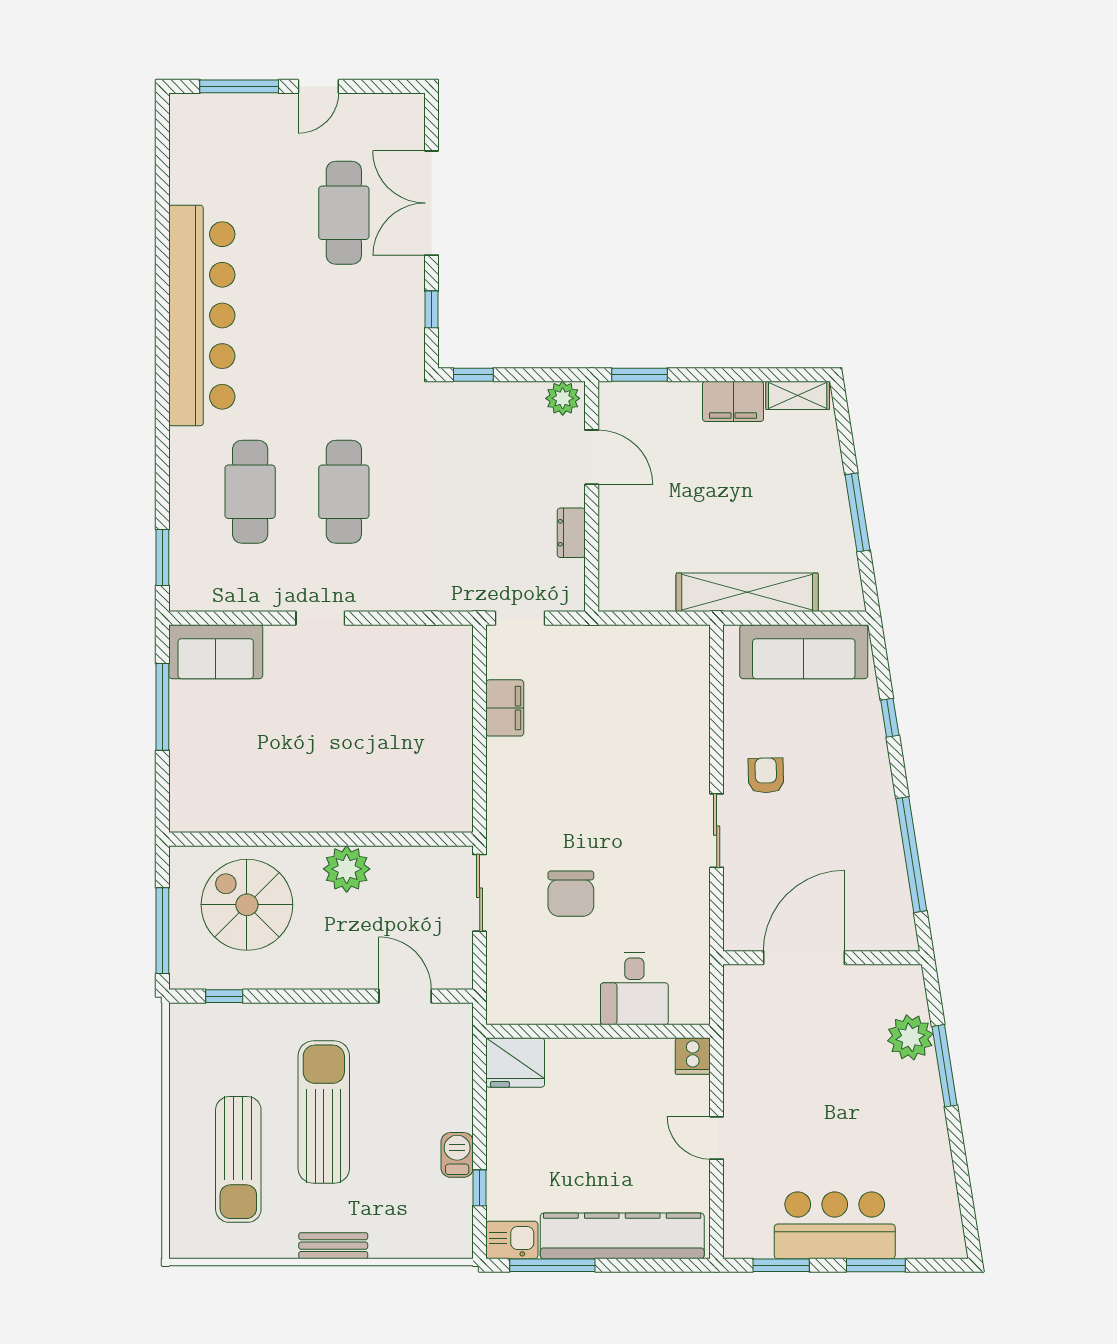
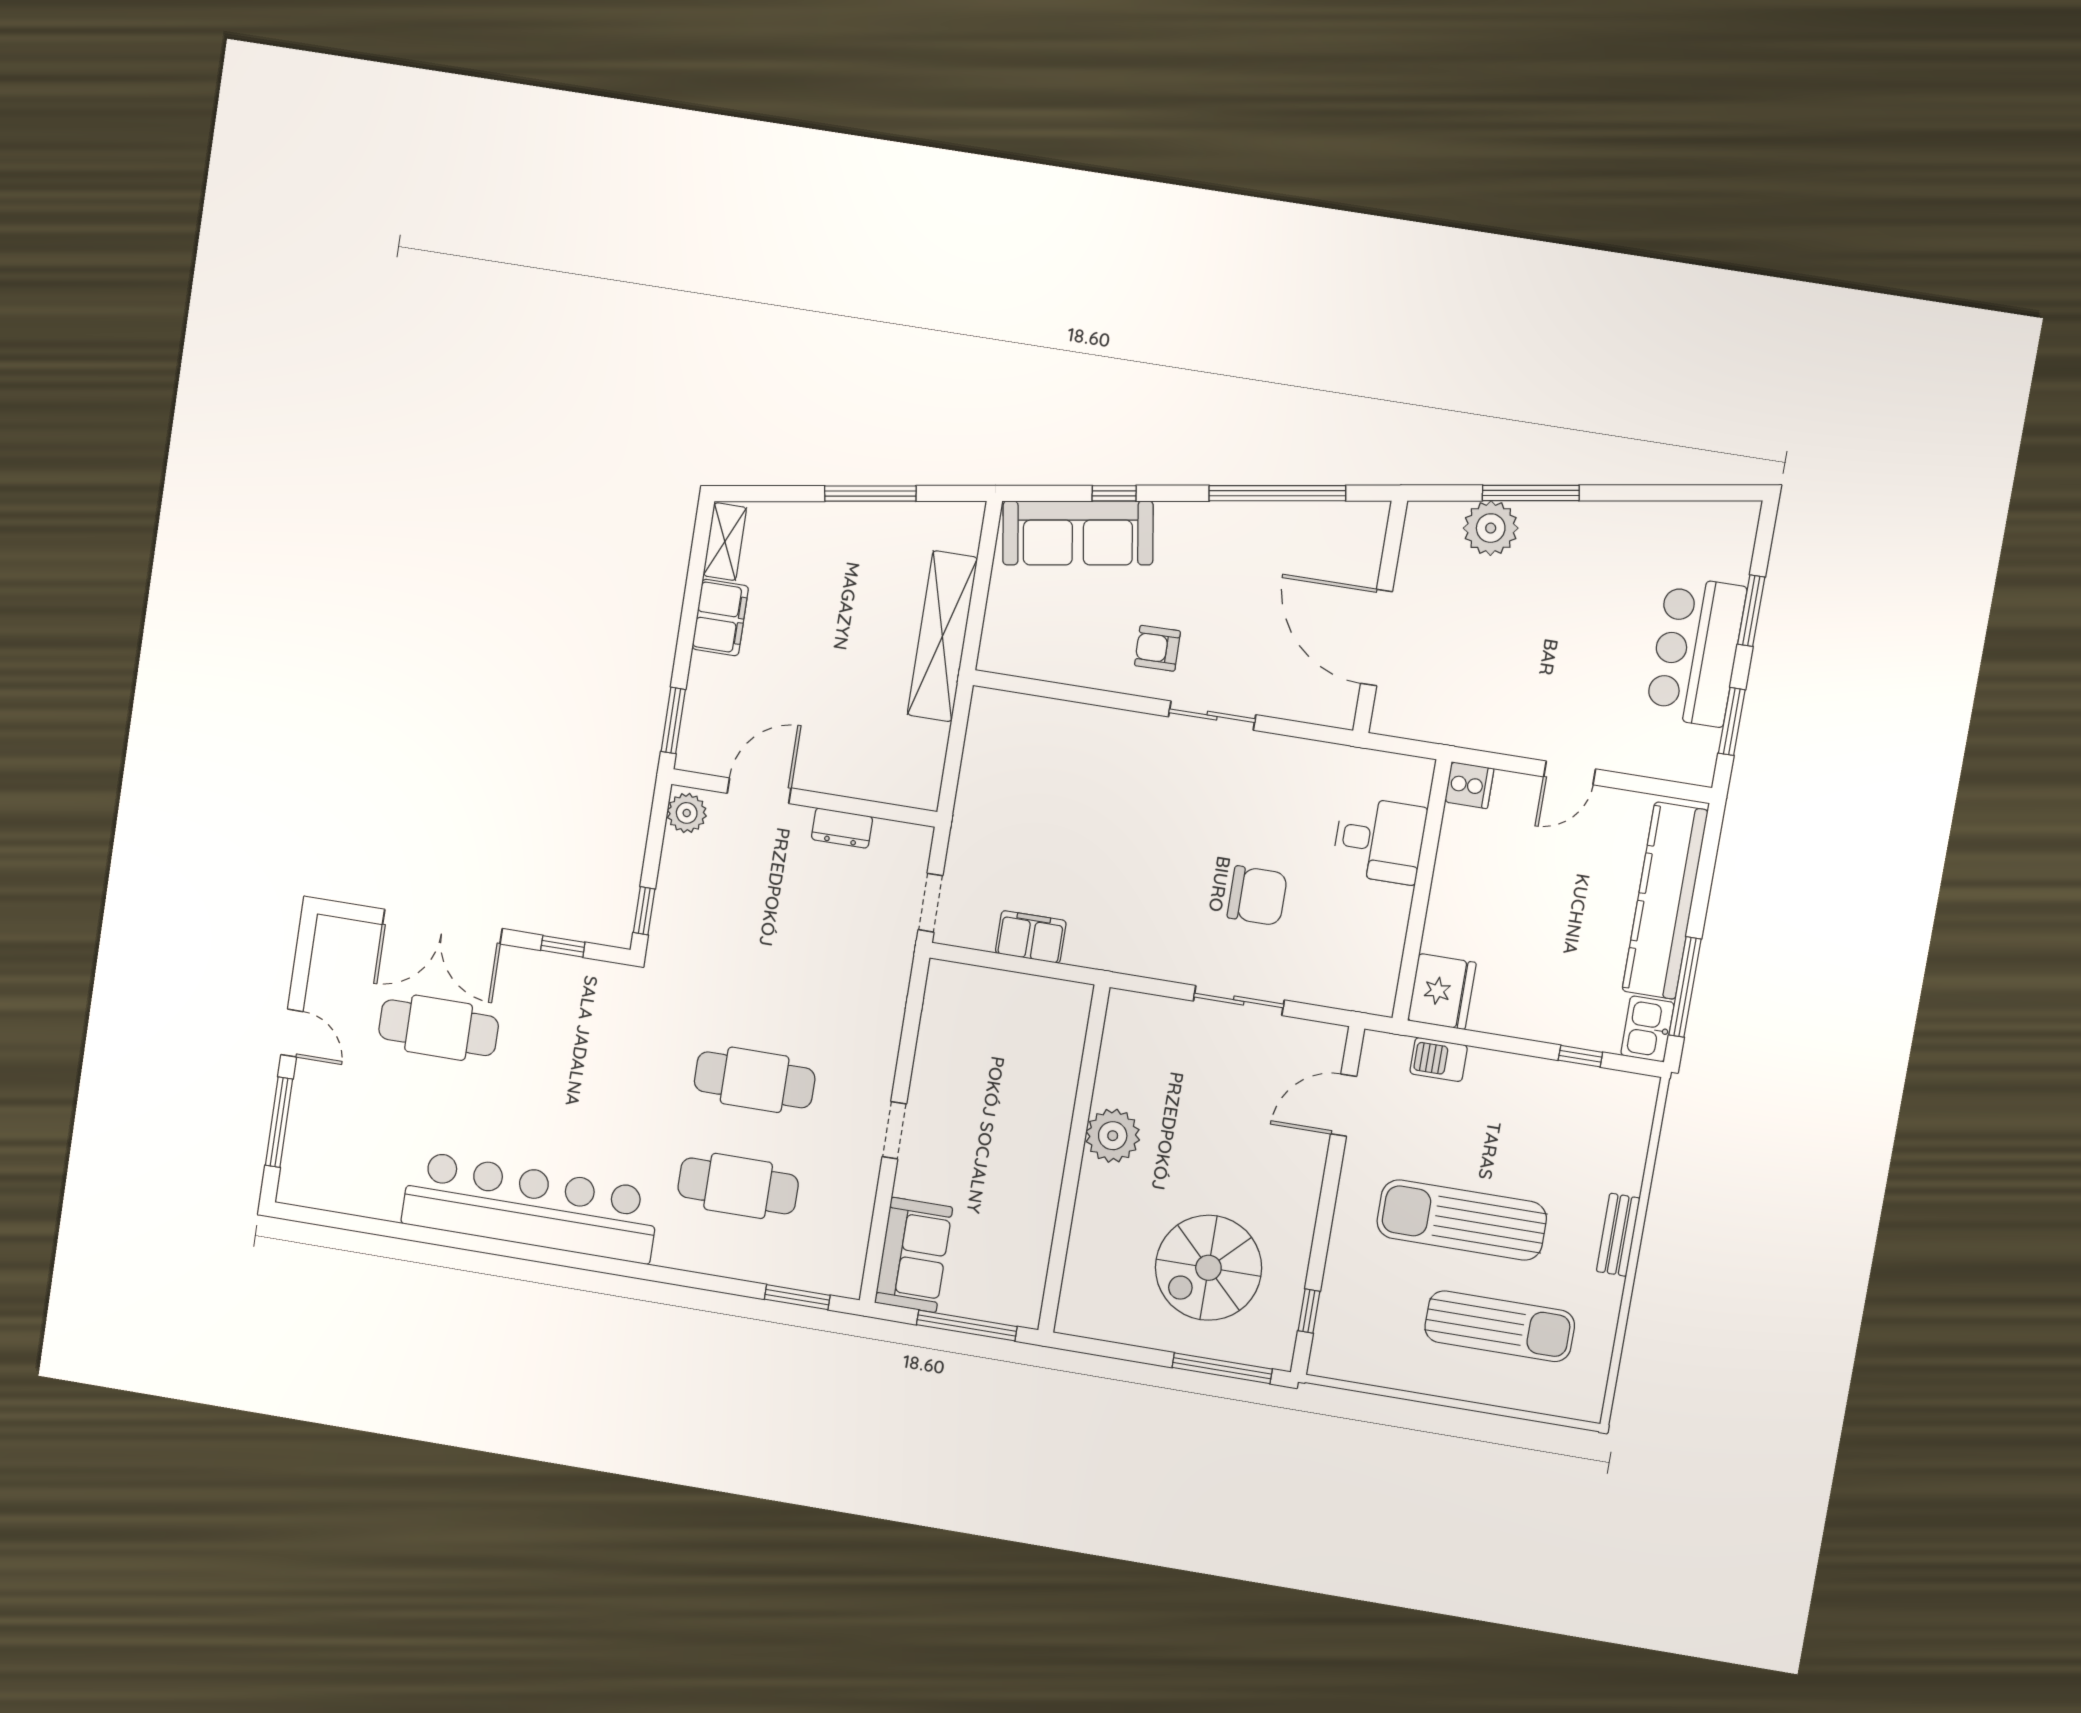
sofa: (804, 652) -> (1078, 533), moved, turned 81
wall: (321, 839) -> (1074, 1159), moved
plant: (347, 869) -> (1113, 1136), moved
barbecue: (457, 1155) -> (1439, 1060), moved

